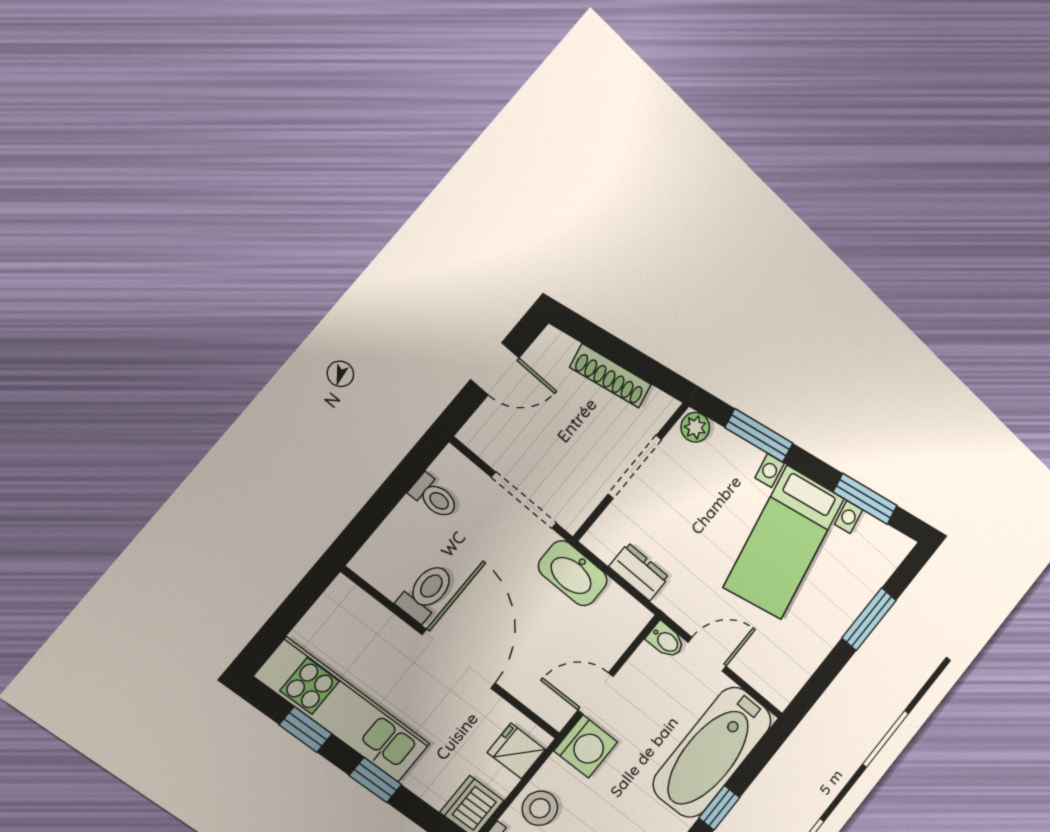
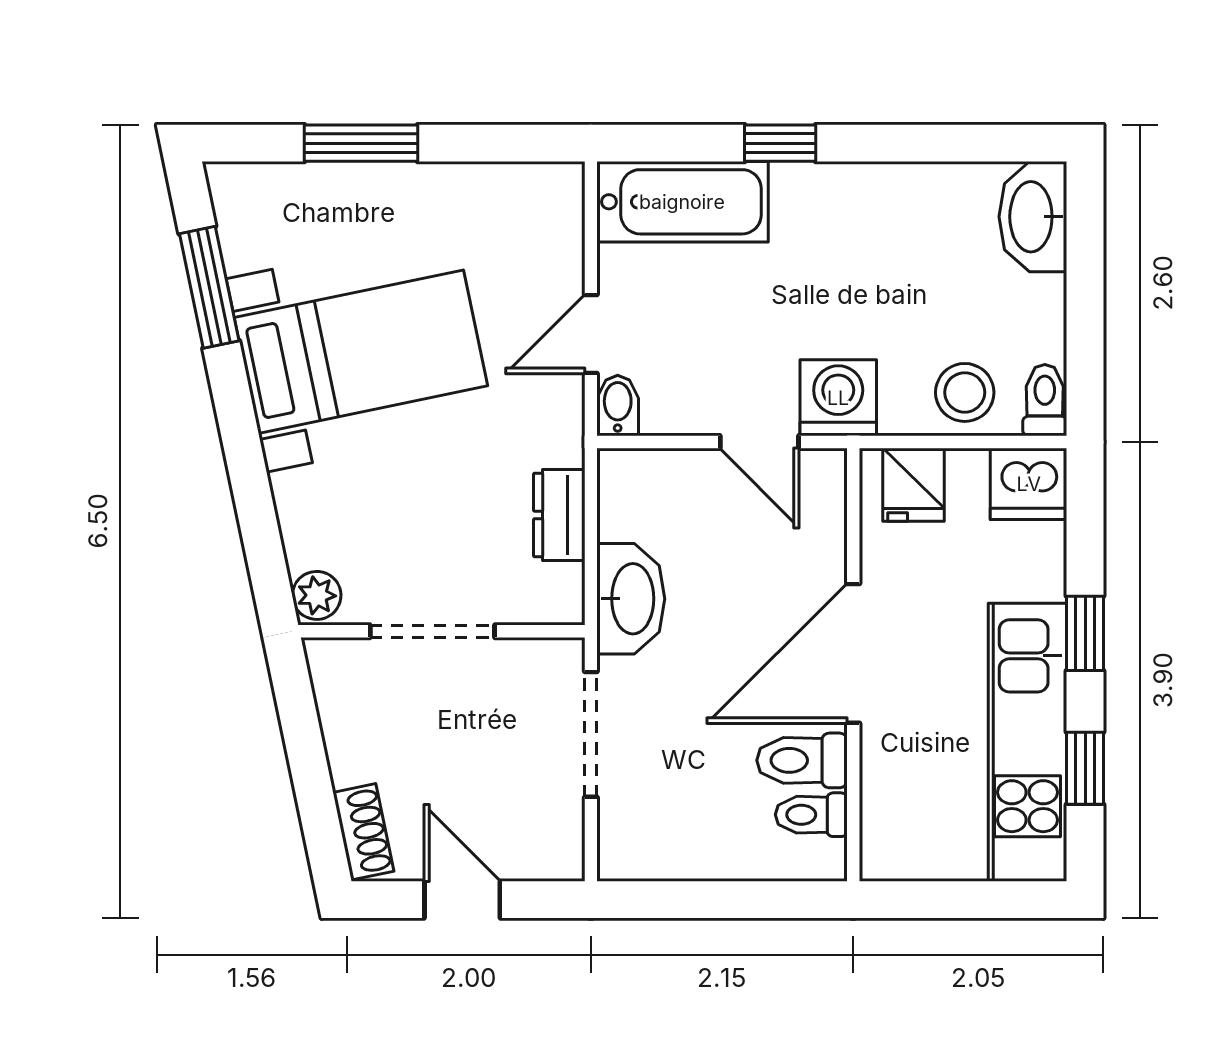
shoe rack: (611, 376) -> (363, 832), moved, width x0.70
window: (759, 435) -> (254, 503), removed
toilet: (434, 497) -> (811, 815), moved, turned -90
door: (707, 654) -> (591, 334), hinge flipped
bathtub: (712, 752) -> (682, 202), width x0.73, depth x0.73

